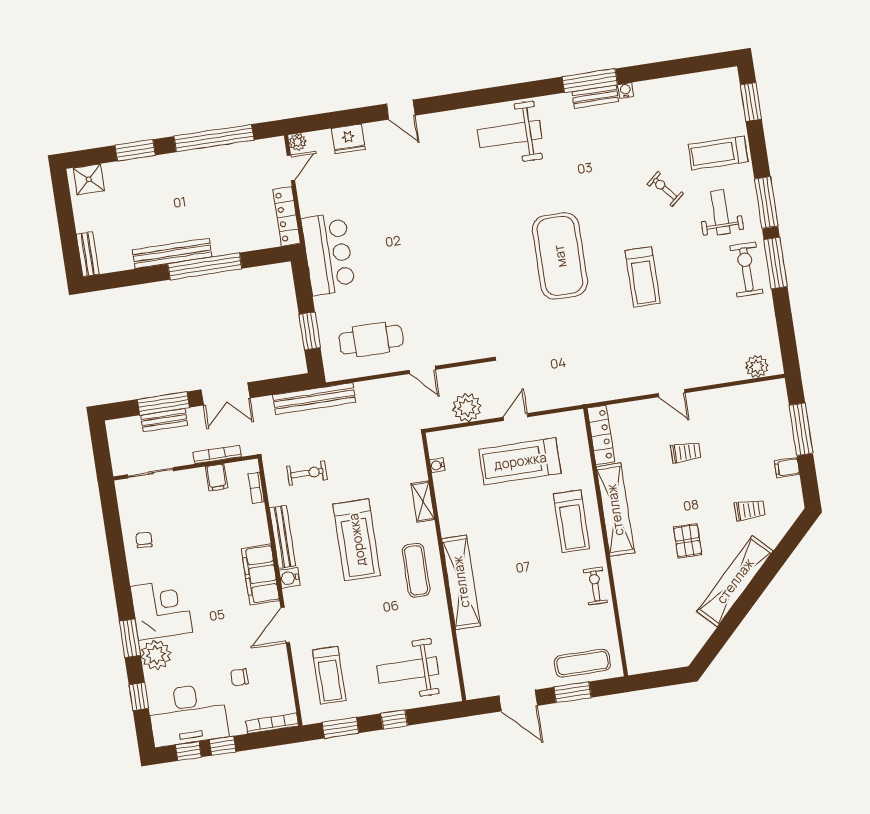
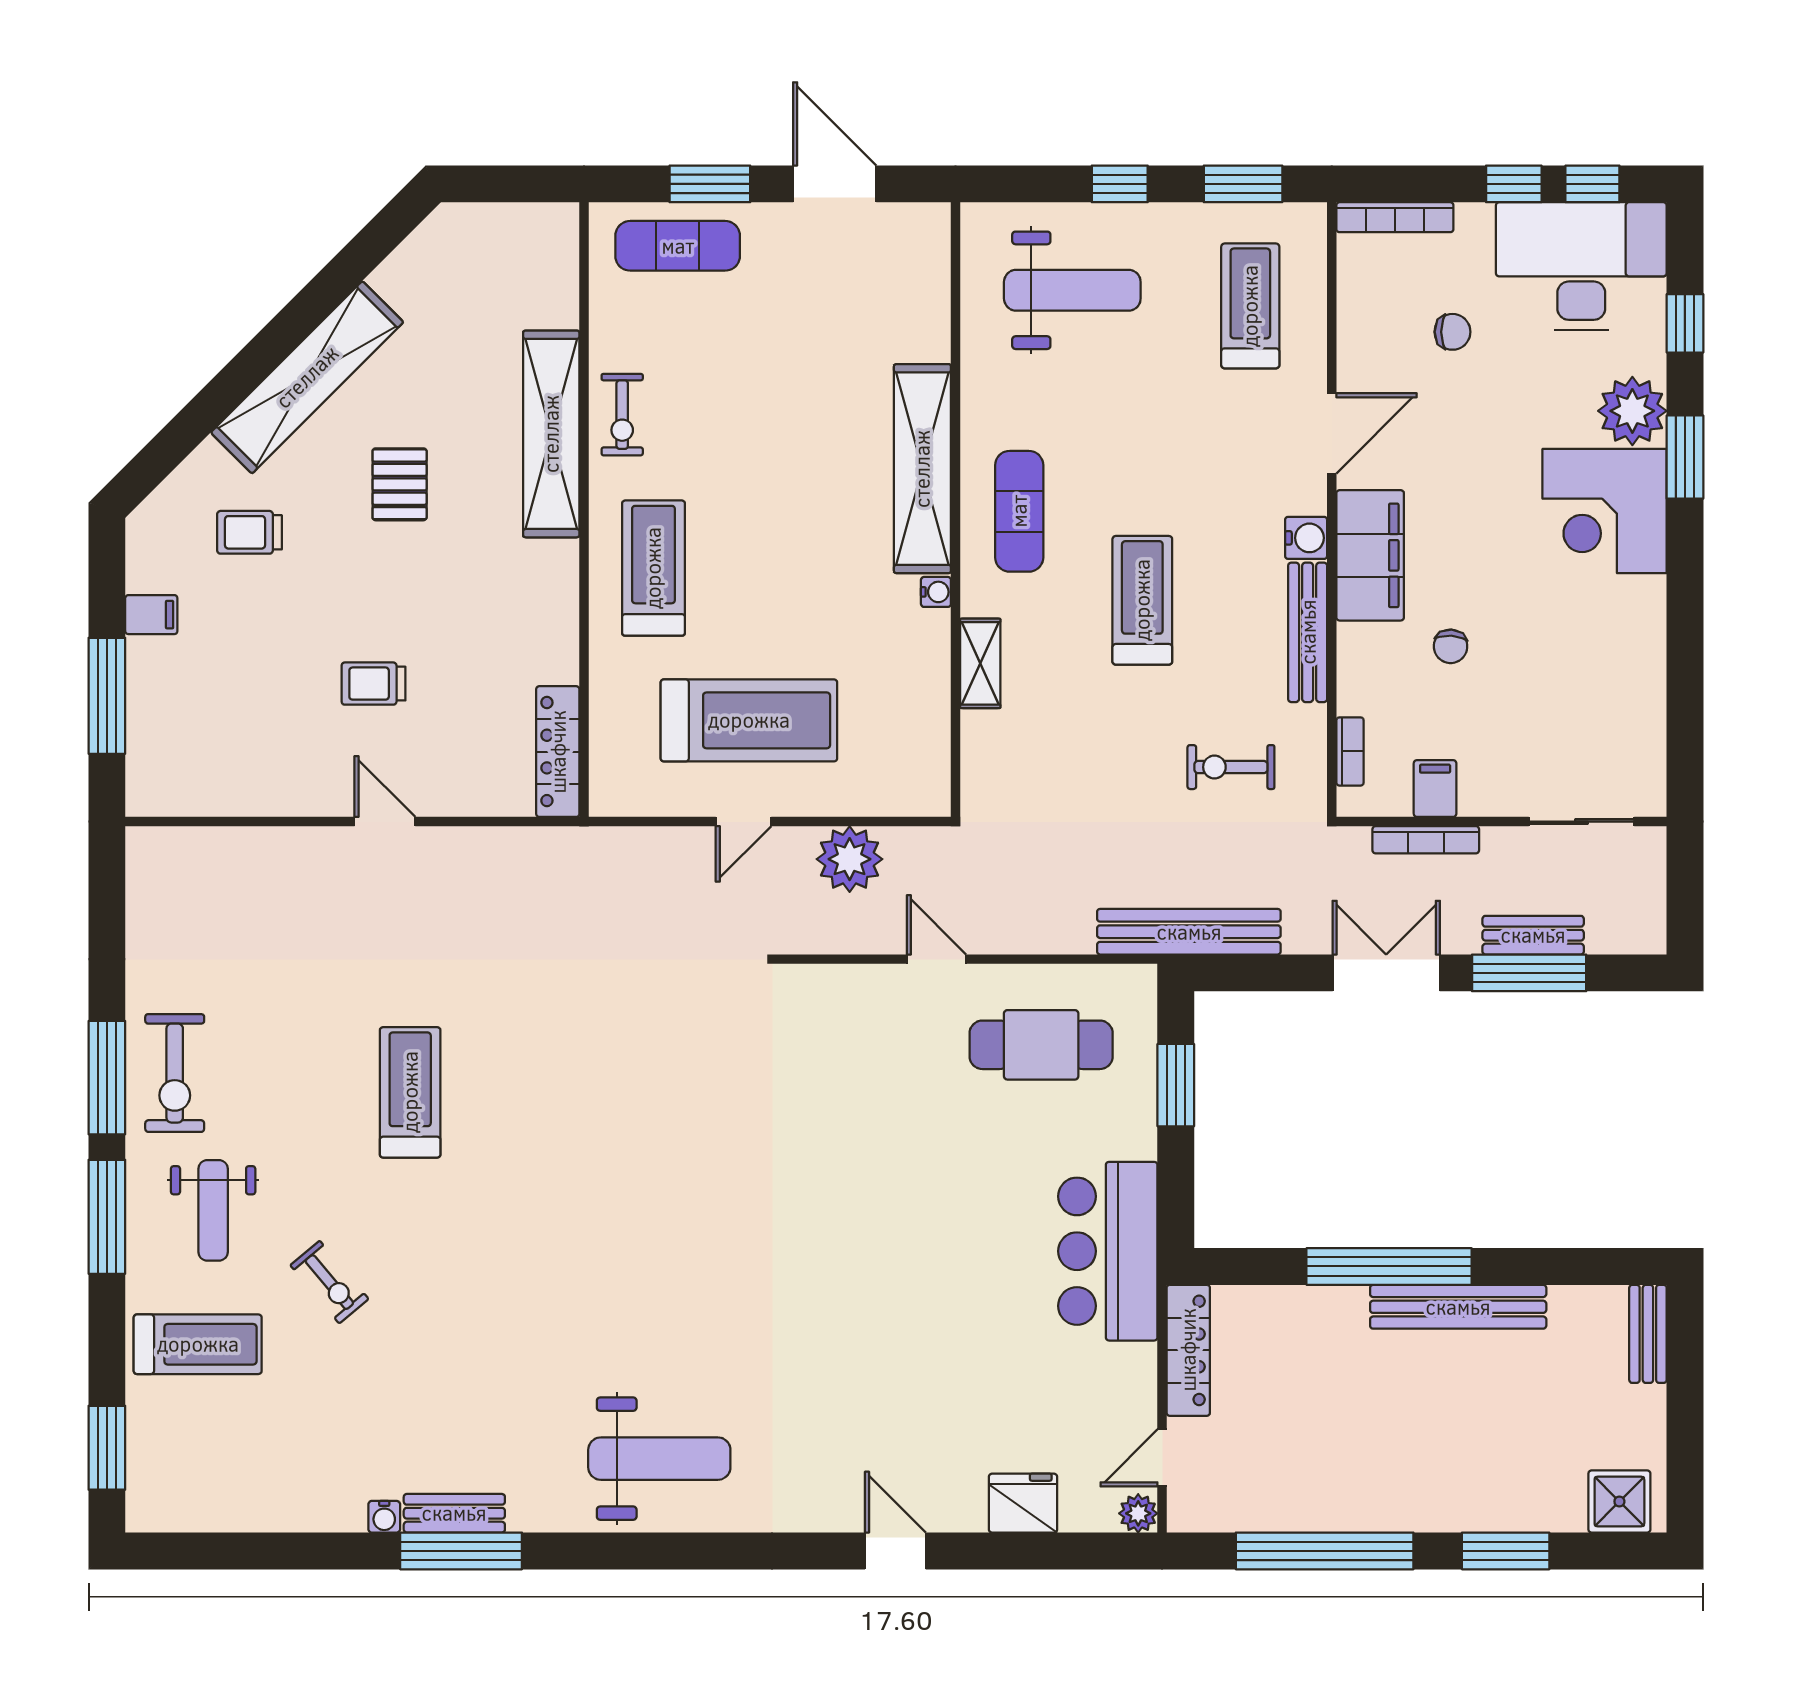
exercise mat: (560, 256) -> (588, 1168), removed
plant: (757, 366) -> (184, 852), removed
water cooler: (437, 465) -> (936, 592), moved
shelving: (615, 510) -> (551, 434), moved
chair: (144, 540) -> (1451, 646), moved
treadmill: (357, 540) -> (1142, 600), width x0.73, depth x0.73

